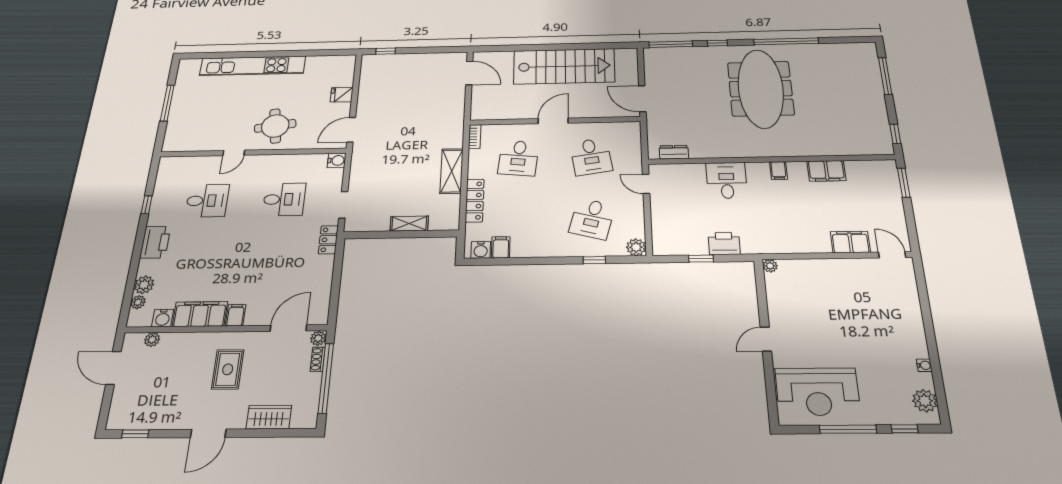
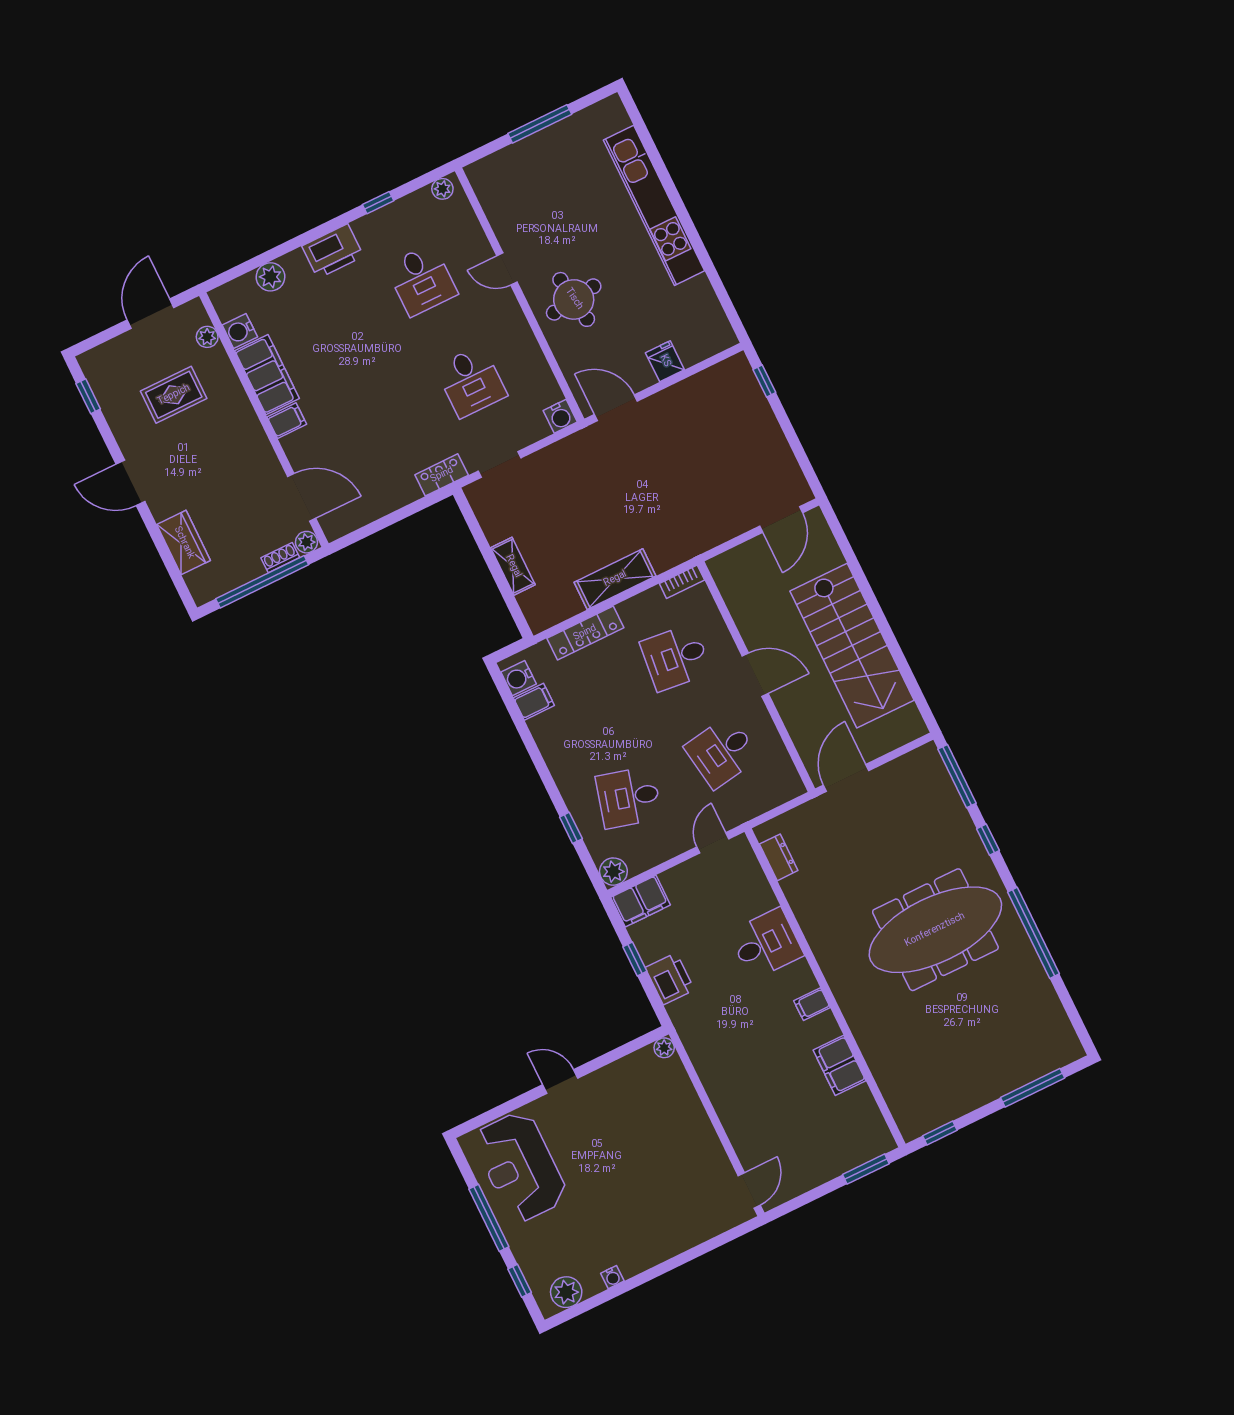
filing cabinet: (850, 242) -> (641, 901), moved, turned 90
plant: (138, 302) -> (442, 189), moved
rug: (228, 369) -> (174, 395), moved

